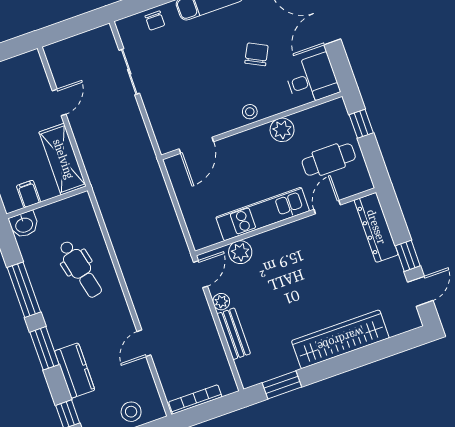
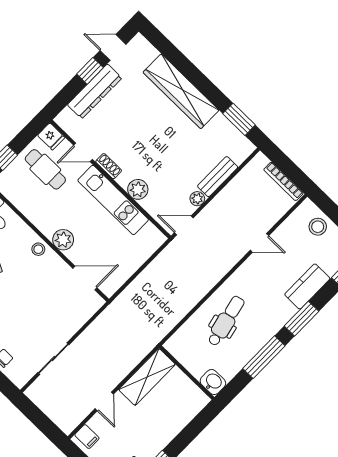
door: (59, 102) -> (104, 401), swing flipped
plant: (282, 130) -> (63, 240), moved
fridge: (360, 182) -> (51, 136), added
filing cabinet: (28, 194) -> (87, 437), moved, turned -90
shoe rack: (300, 227) -> (109, 166), added
dresser: (376, 227) -> (95, 91), moved
plant: (240, 252) -> (138, 189), moved

